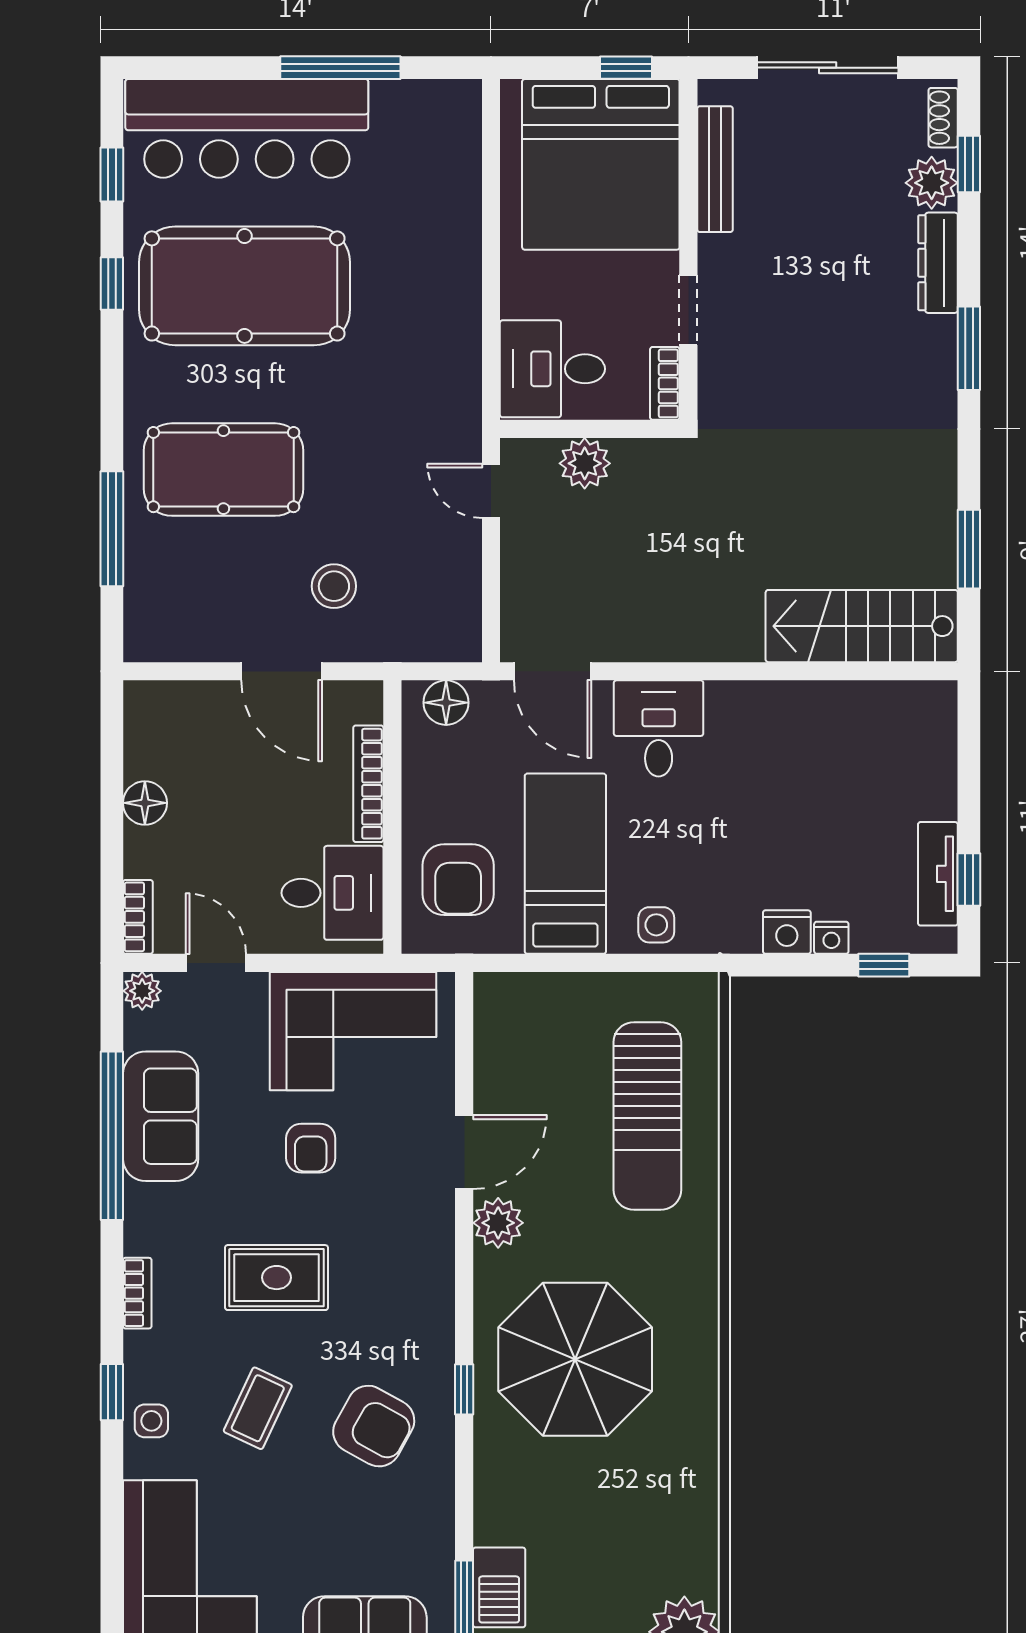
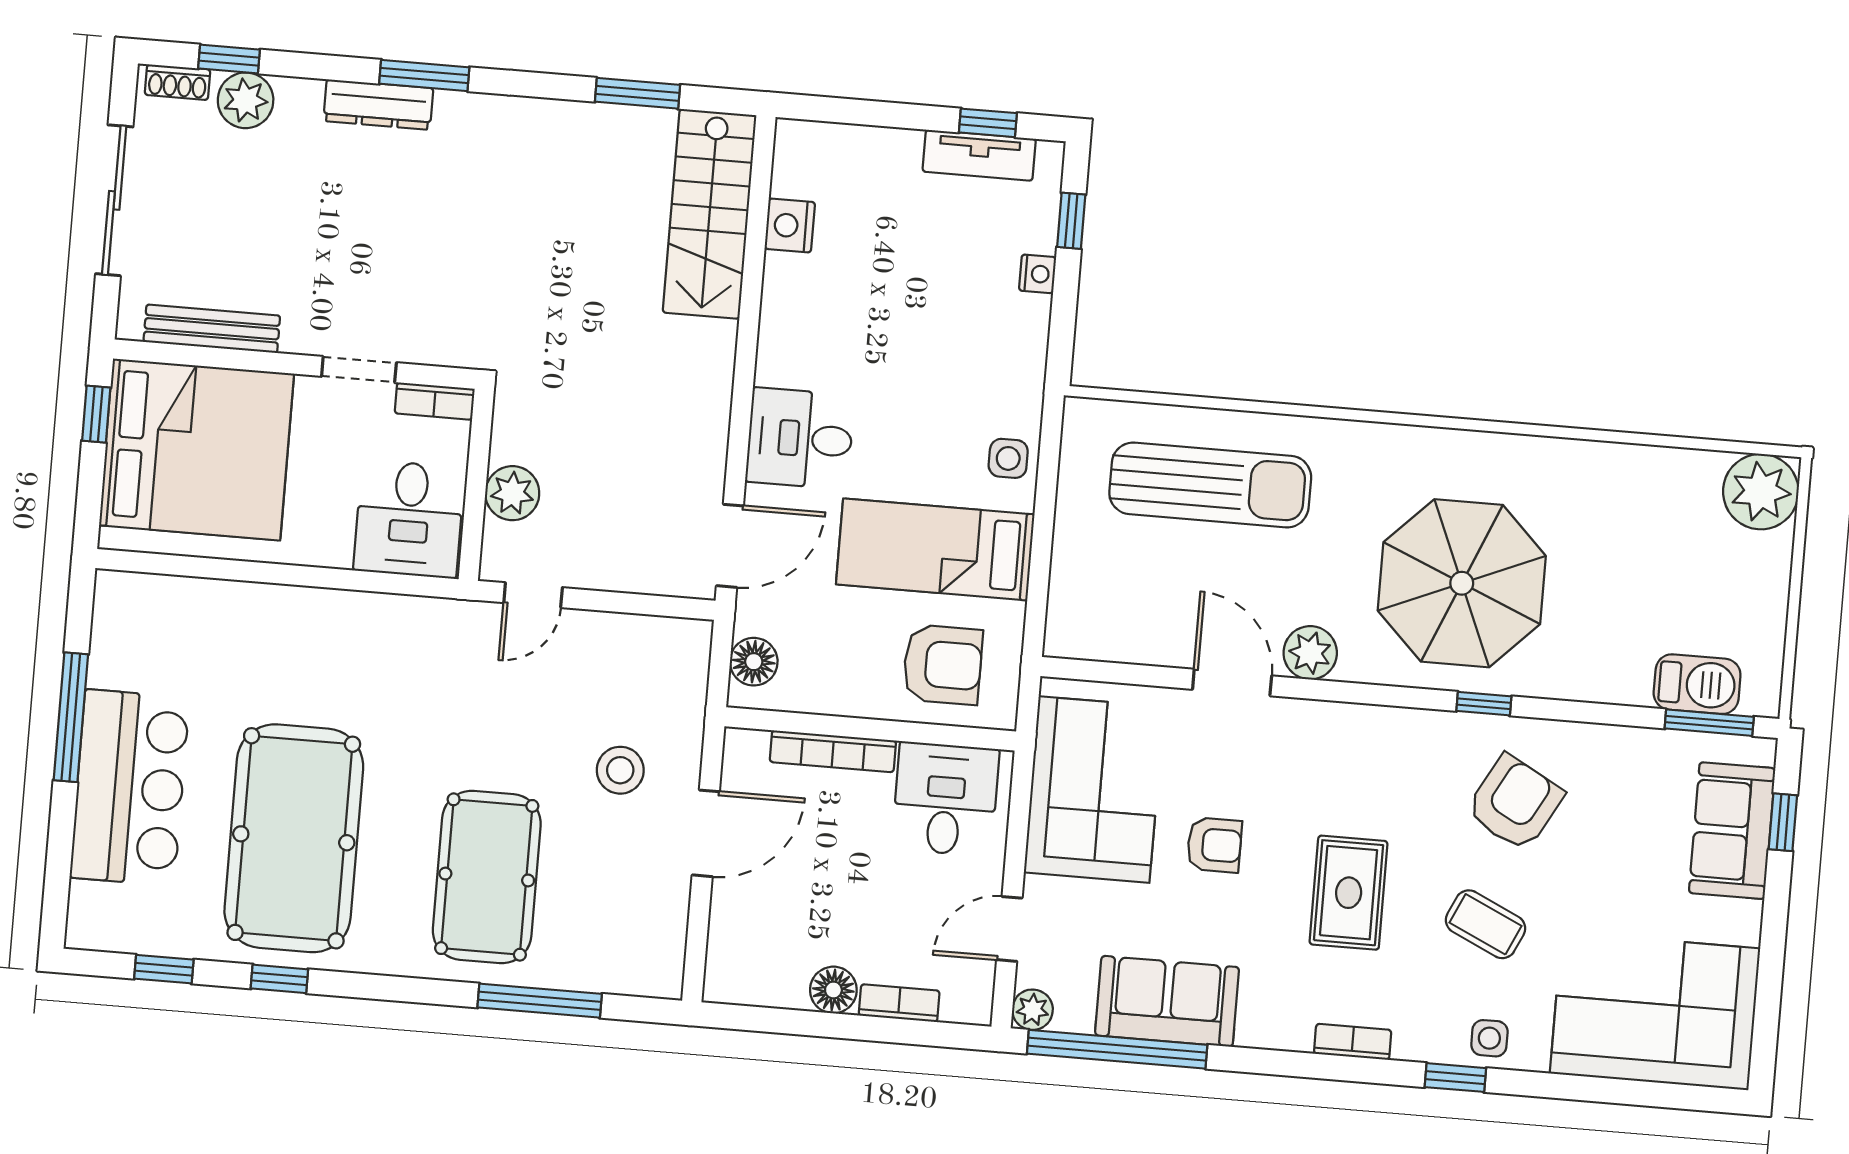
bar counter: (247, 128) -> (130, 788), width x0.73
dresser: (938, 263) -> (378, 105), moved
bookcase: (138, 917) -> (899, 1003), moved
nightstand: (787, 932) -> (790, 225), moved, turned 180
window: (112, 1136) -> (1117, 1049), moved

